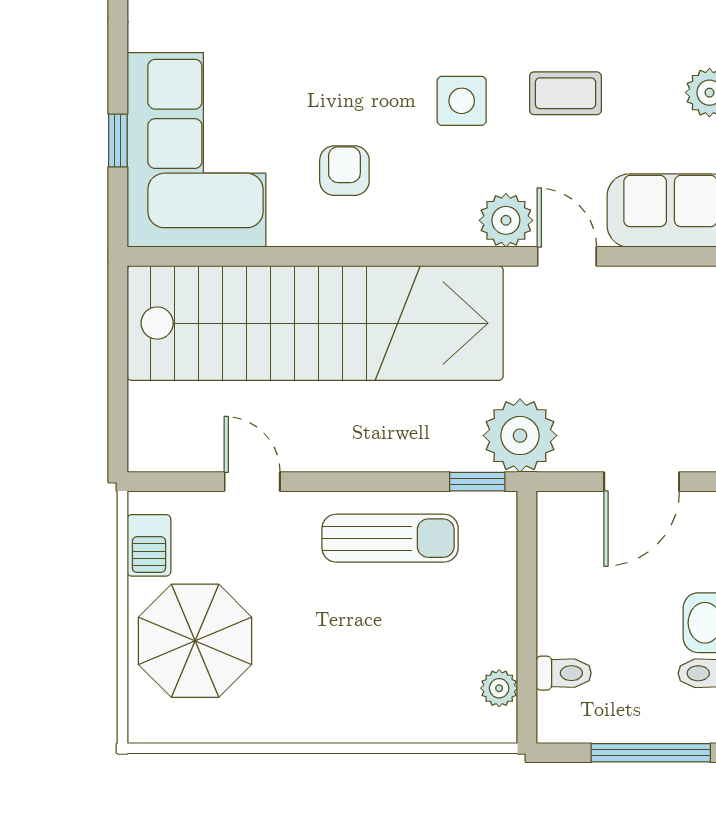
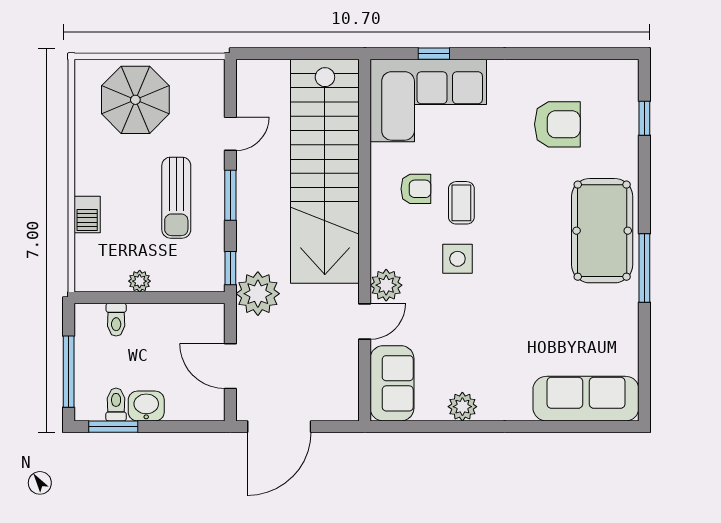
coffee table: (565, 93) -> (461, 203), moved
window: (355, 482) -> (230, 195), added
sun lounger: (390, 538) -> (176, 198), moved
barbecue: (149, 545) -> (87, 215), moved, turned -90
plant: (499, 688) -> (140, 281), moved

